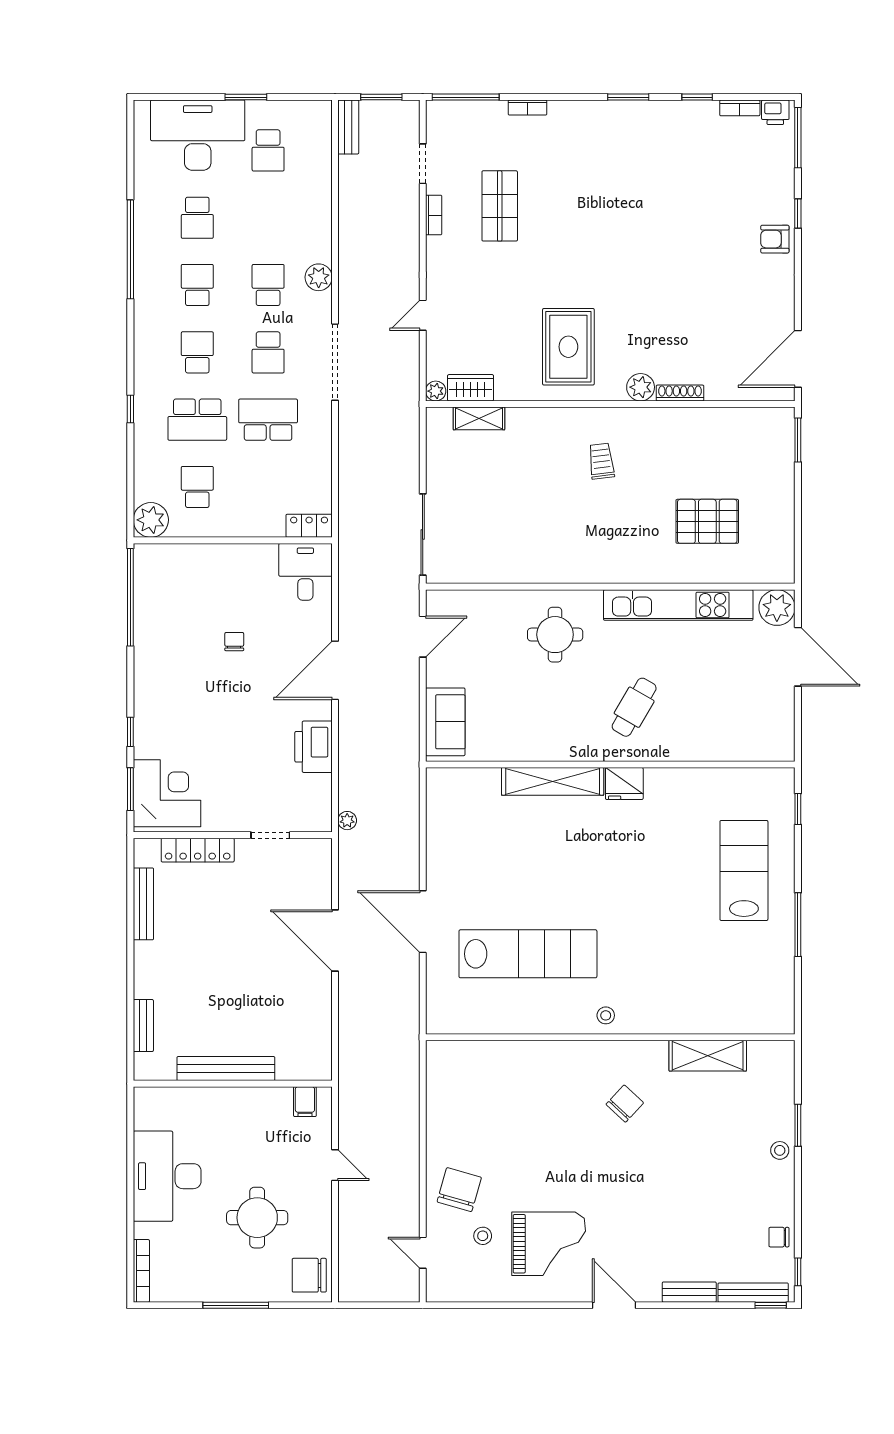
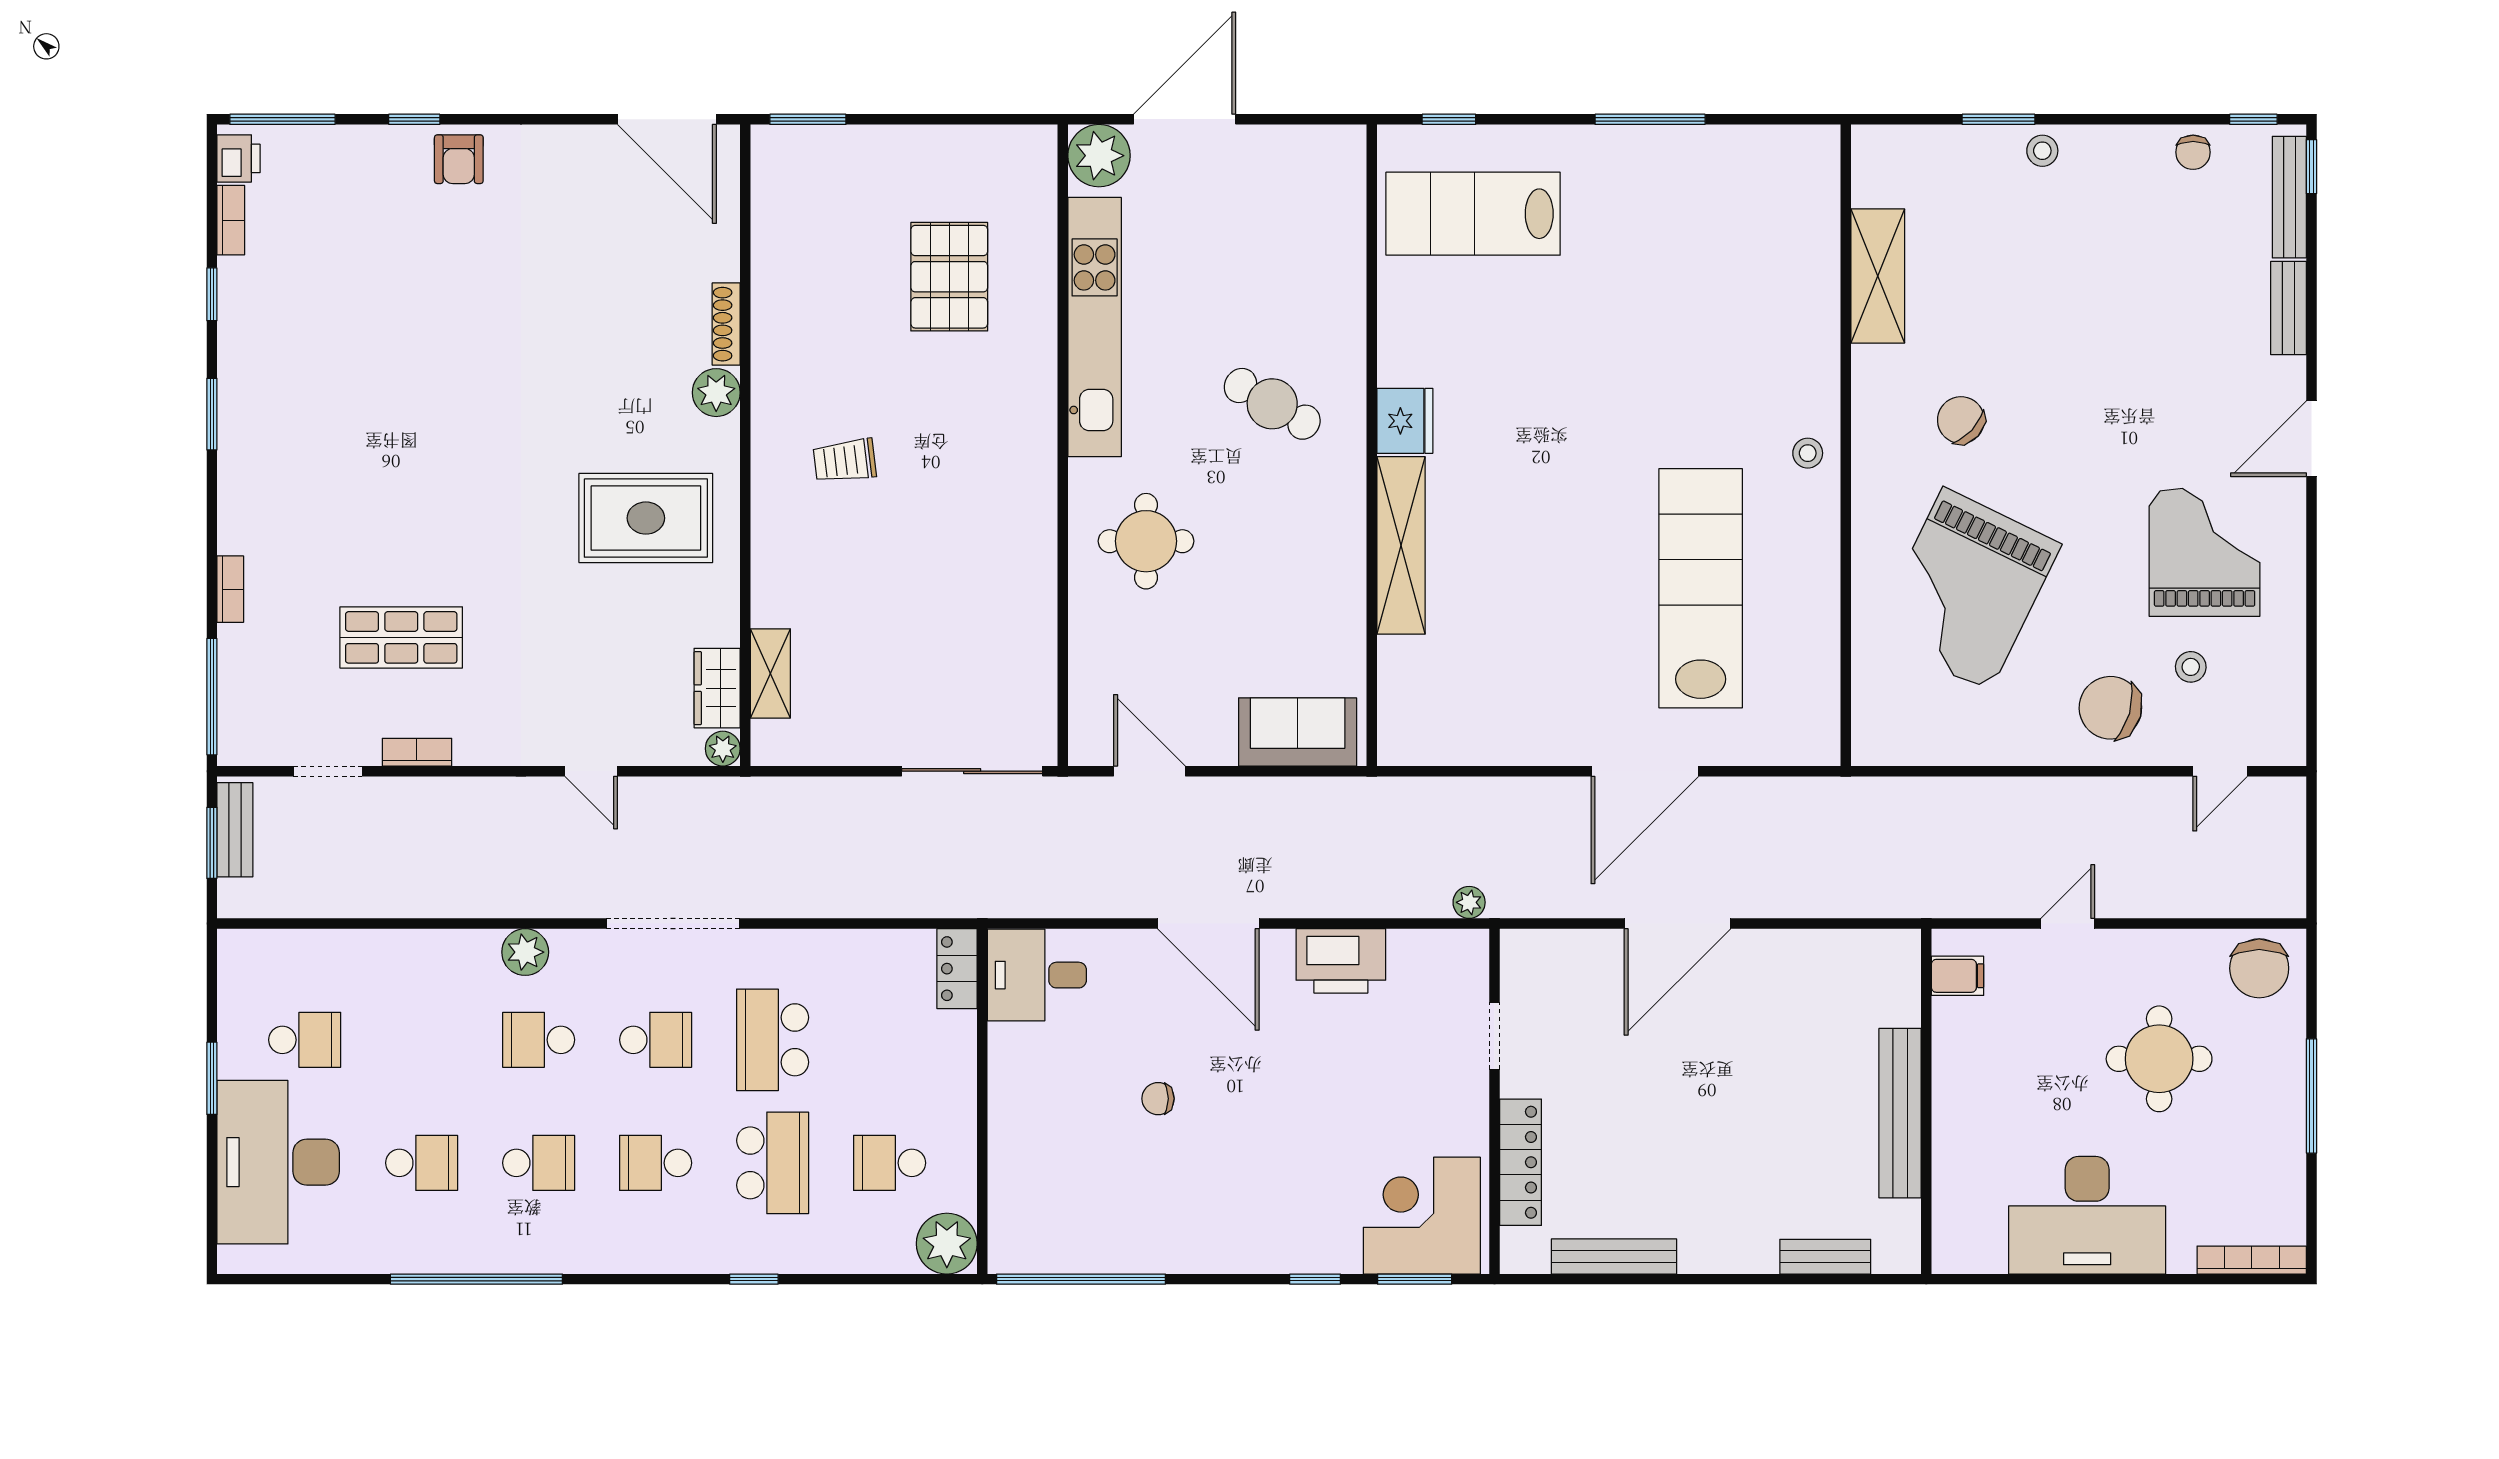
bench: (348, 127) -> (235, 830), moved, turned 90
school desk: (197, 285) -> (539, 1163), turned 180
lab bench: (744, 870) -> (1473, 214), moved
grand piano: (527, 1107) -> (1966, 590), added

